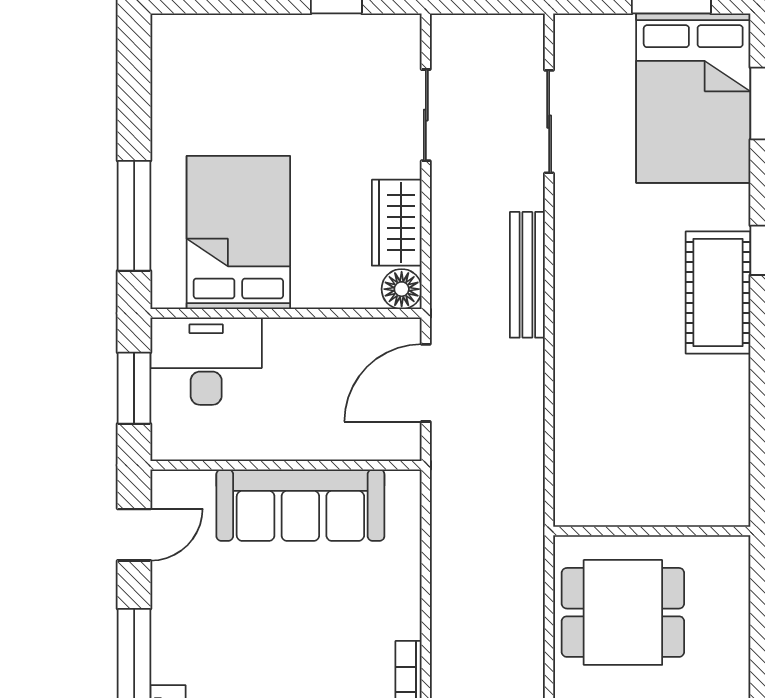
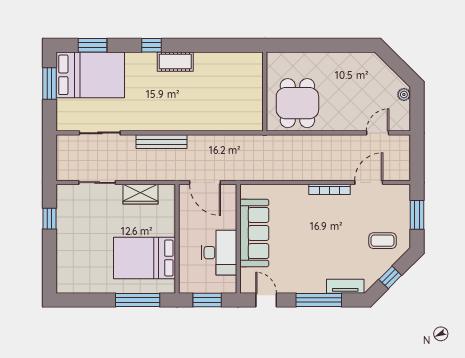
floor lamp: (402, 289) -> (167, 192), removed
cot: (718, 293) -> (175, 62), width x0.73, depth x0.75
desk: (206, 361) -> (219, 253), moved, turned 180

